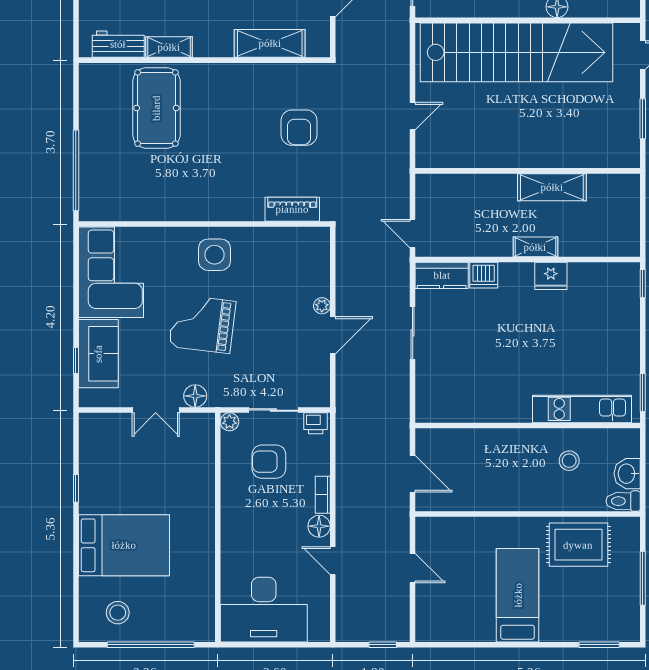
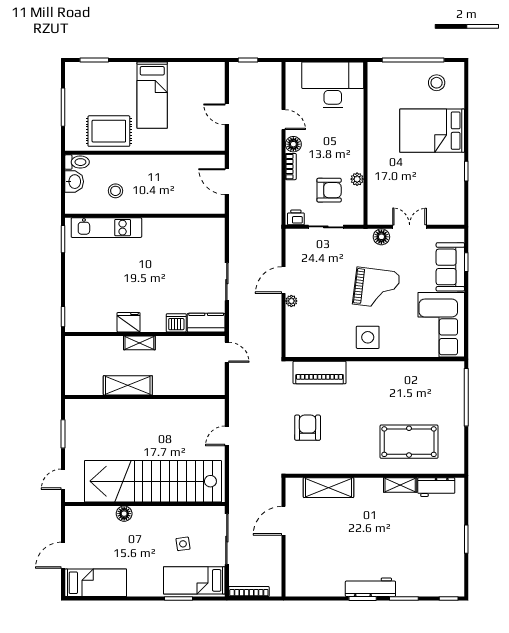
pool table: (156, 108) -> (409, 442), turned 90
piano: (292, 209) -> (320, 372), width x1.37, depth x1.33
plant: (229, 422) -> (357, 179), moved

